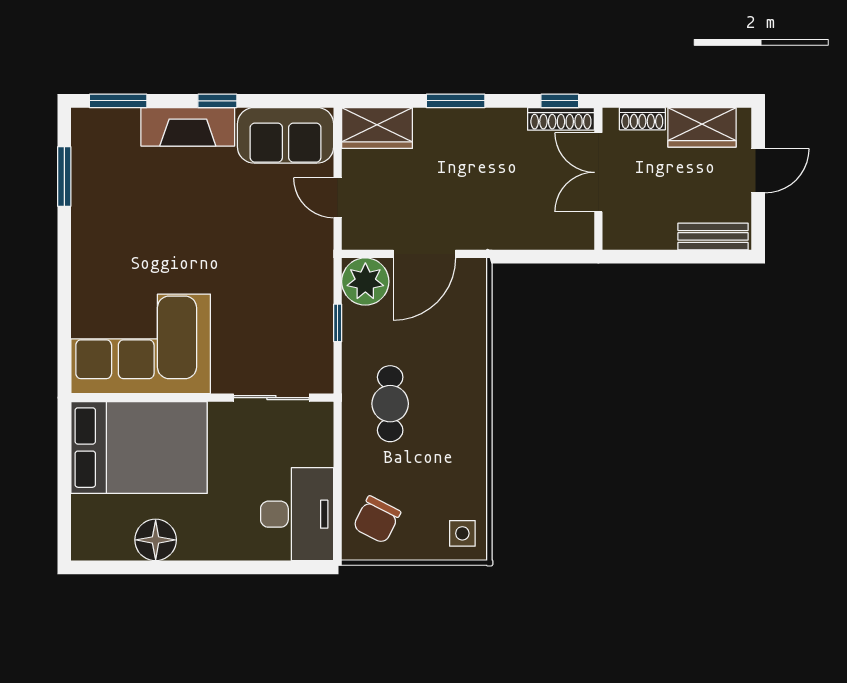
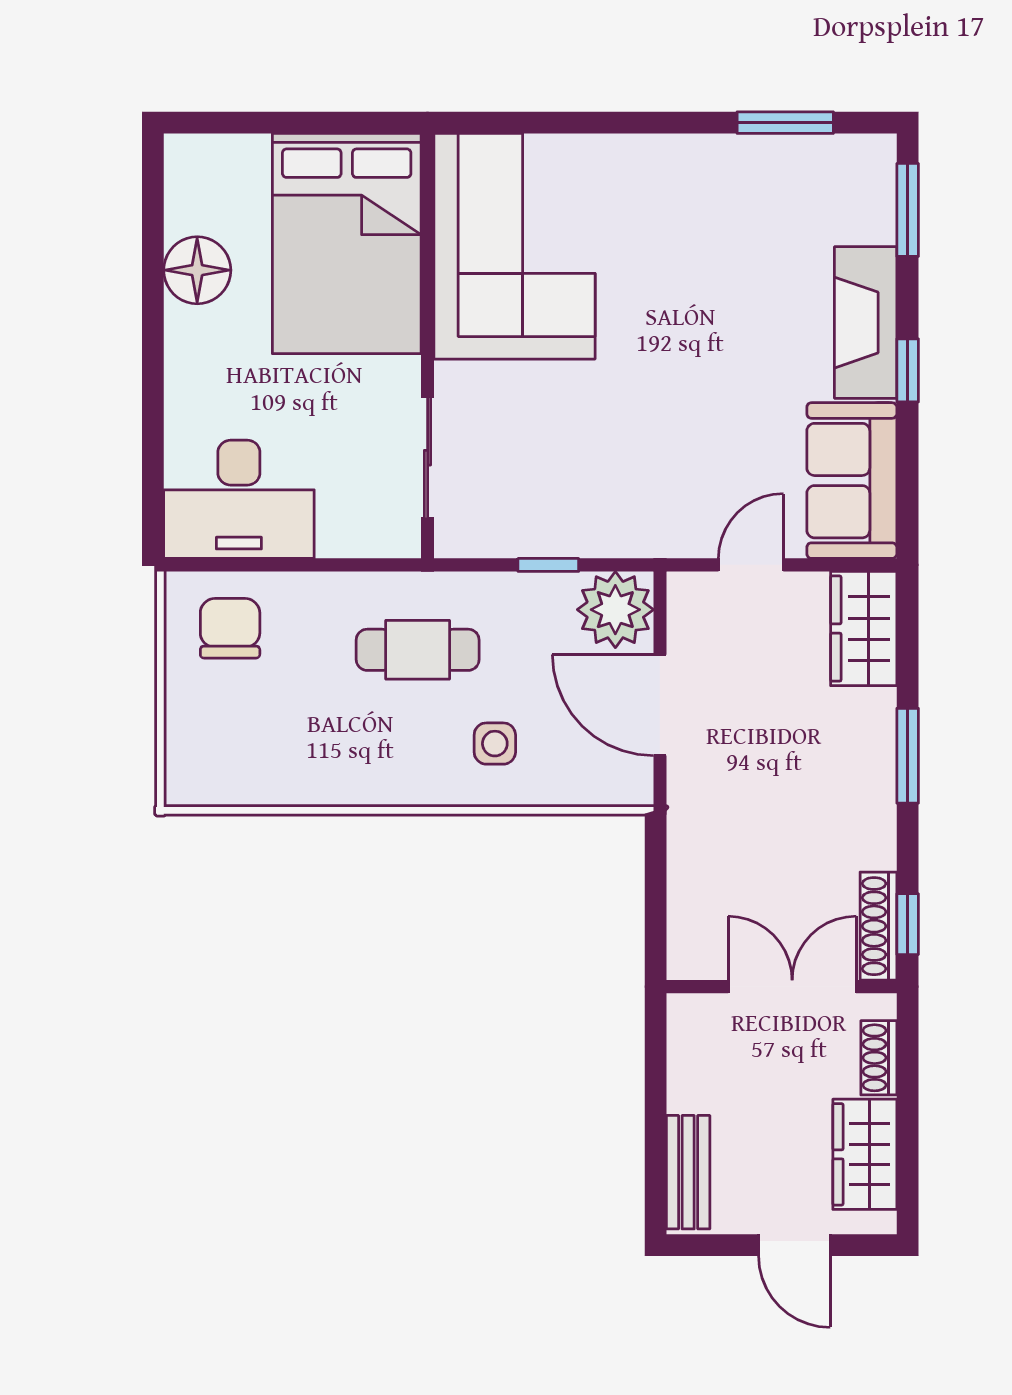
chair: (377, 520) -> (230, 628), turned 63
side table: (462, 533) -> (495, 744), moved

